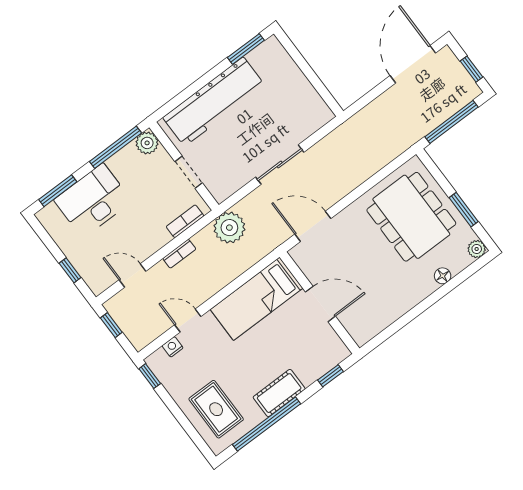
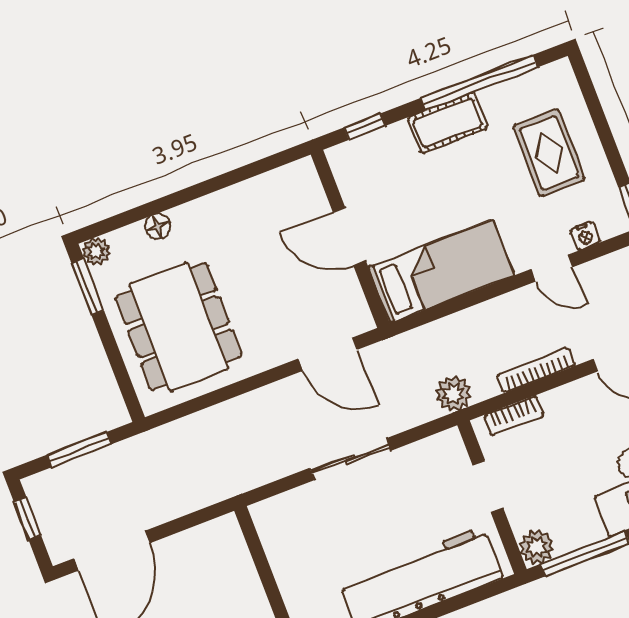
window: (451, 122) -> (79, 449), width x0.69
window: (464, 210) -> (88, 287), moved
plant: (229, 228) -> (453, 394), width x0.73, depth x0.73
bookcase: (179, 254) -> (536, 370), width x1.56
rug: (216, 409) -> (549, 153), moved

